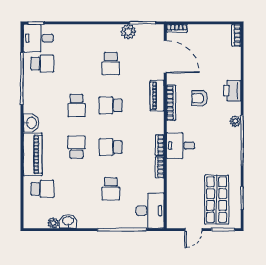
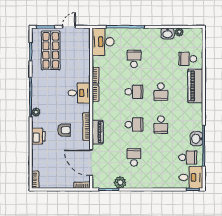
school desk: (42, 64) -> (188, 157), turned 180
school desk: (77, 105) -> (161, 125), turned 180
washbasin: (31, 123) -> (197, 139), moved

